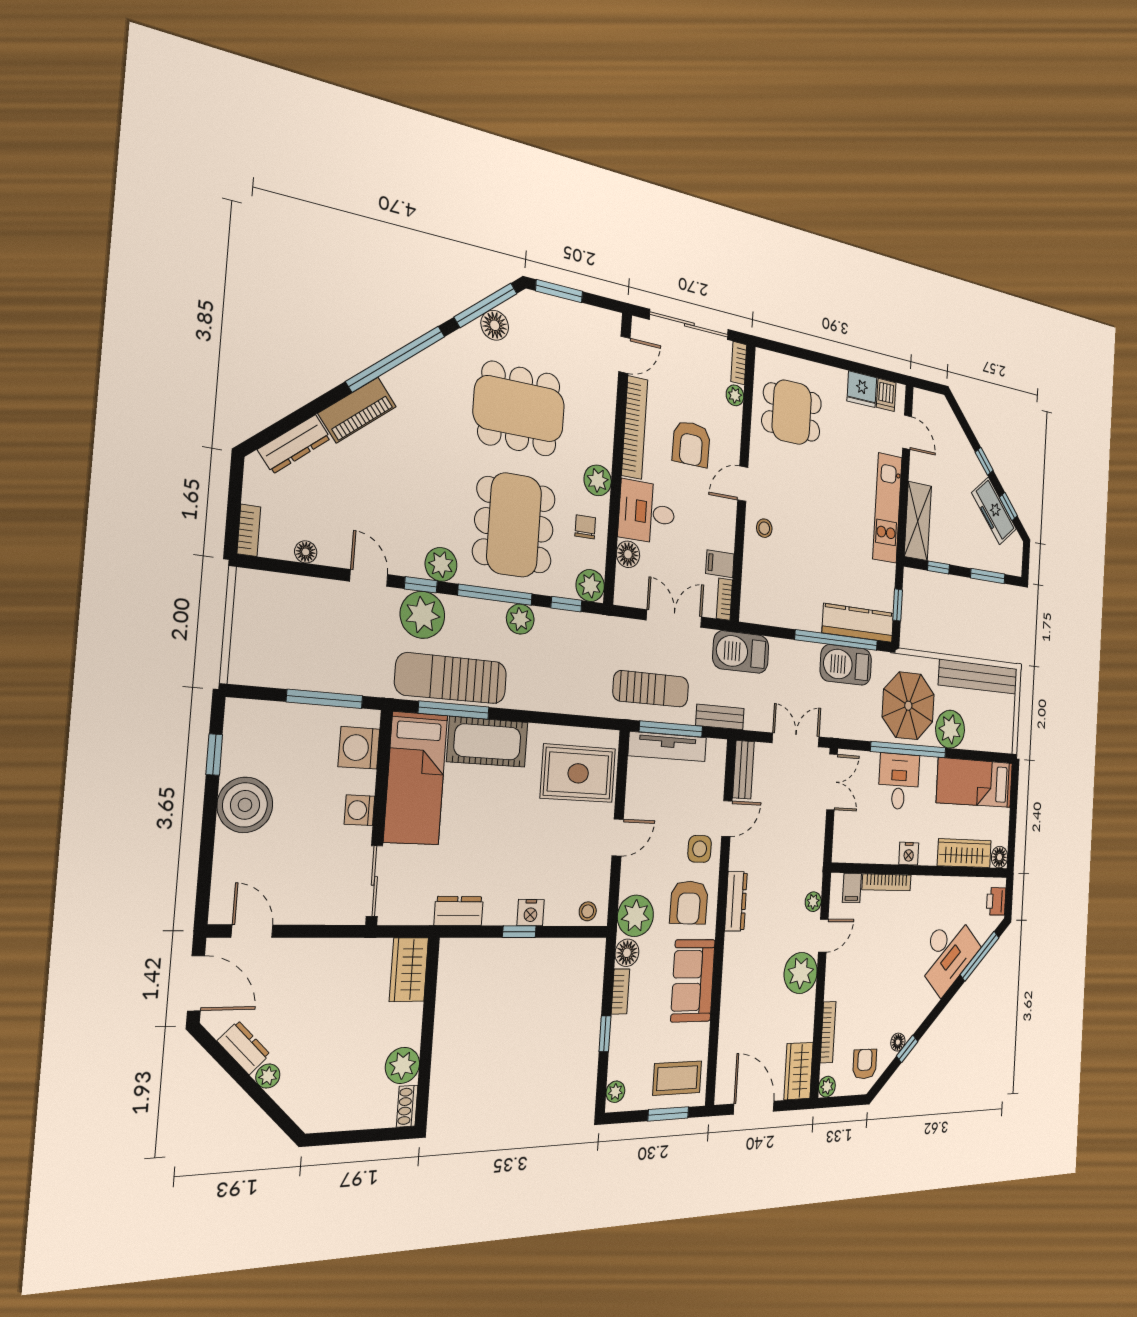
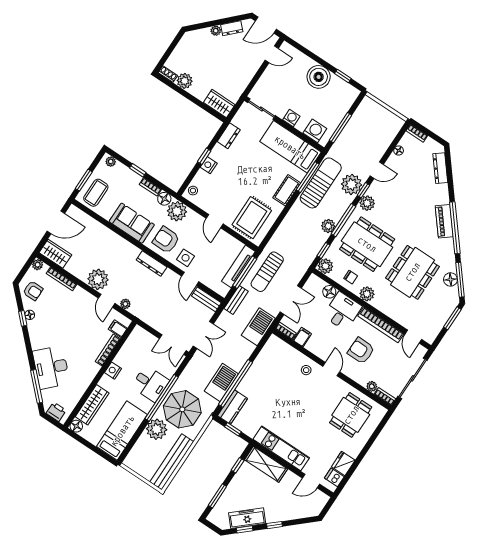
piano: (357, 410) -> (444, 221), moved
kitchen counter: (858, 623) -> (232, 407), width x0.67
cot: (488, 742) -> (287, 190), width x0.73, depth x0.75

